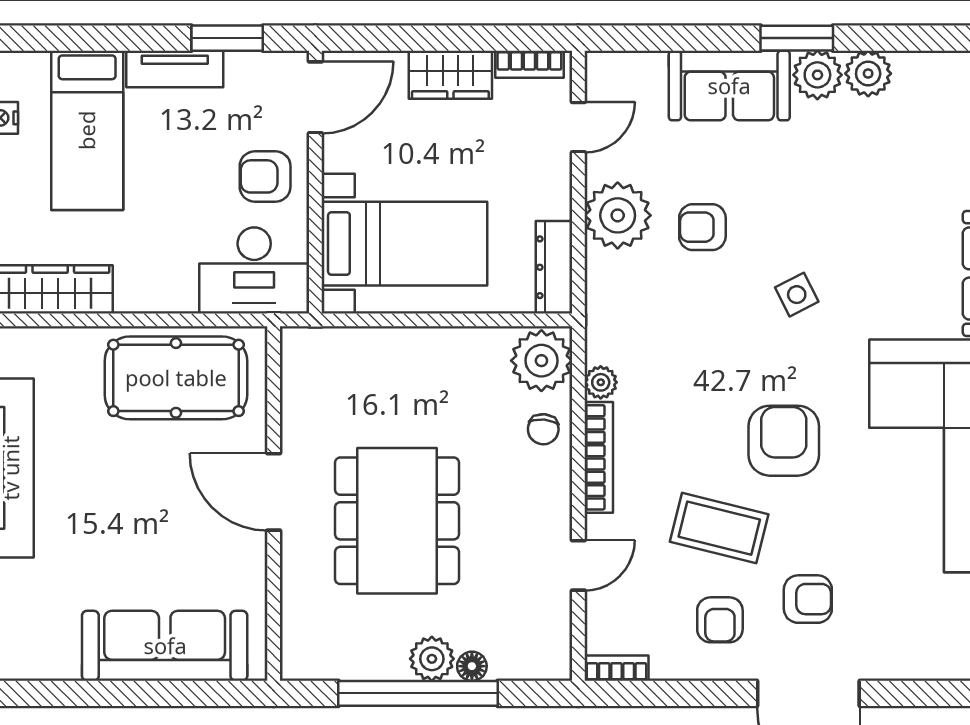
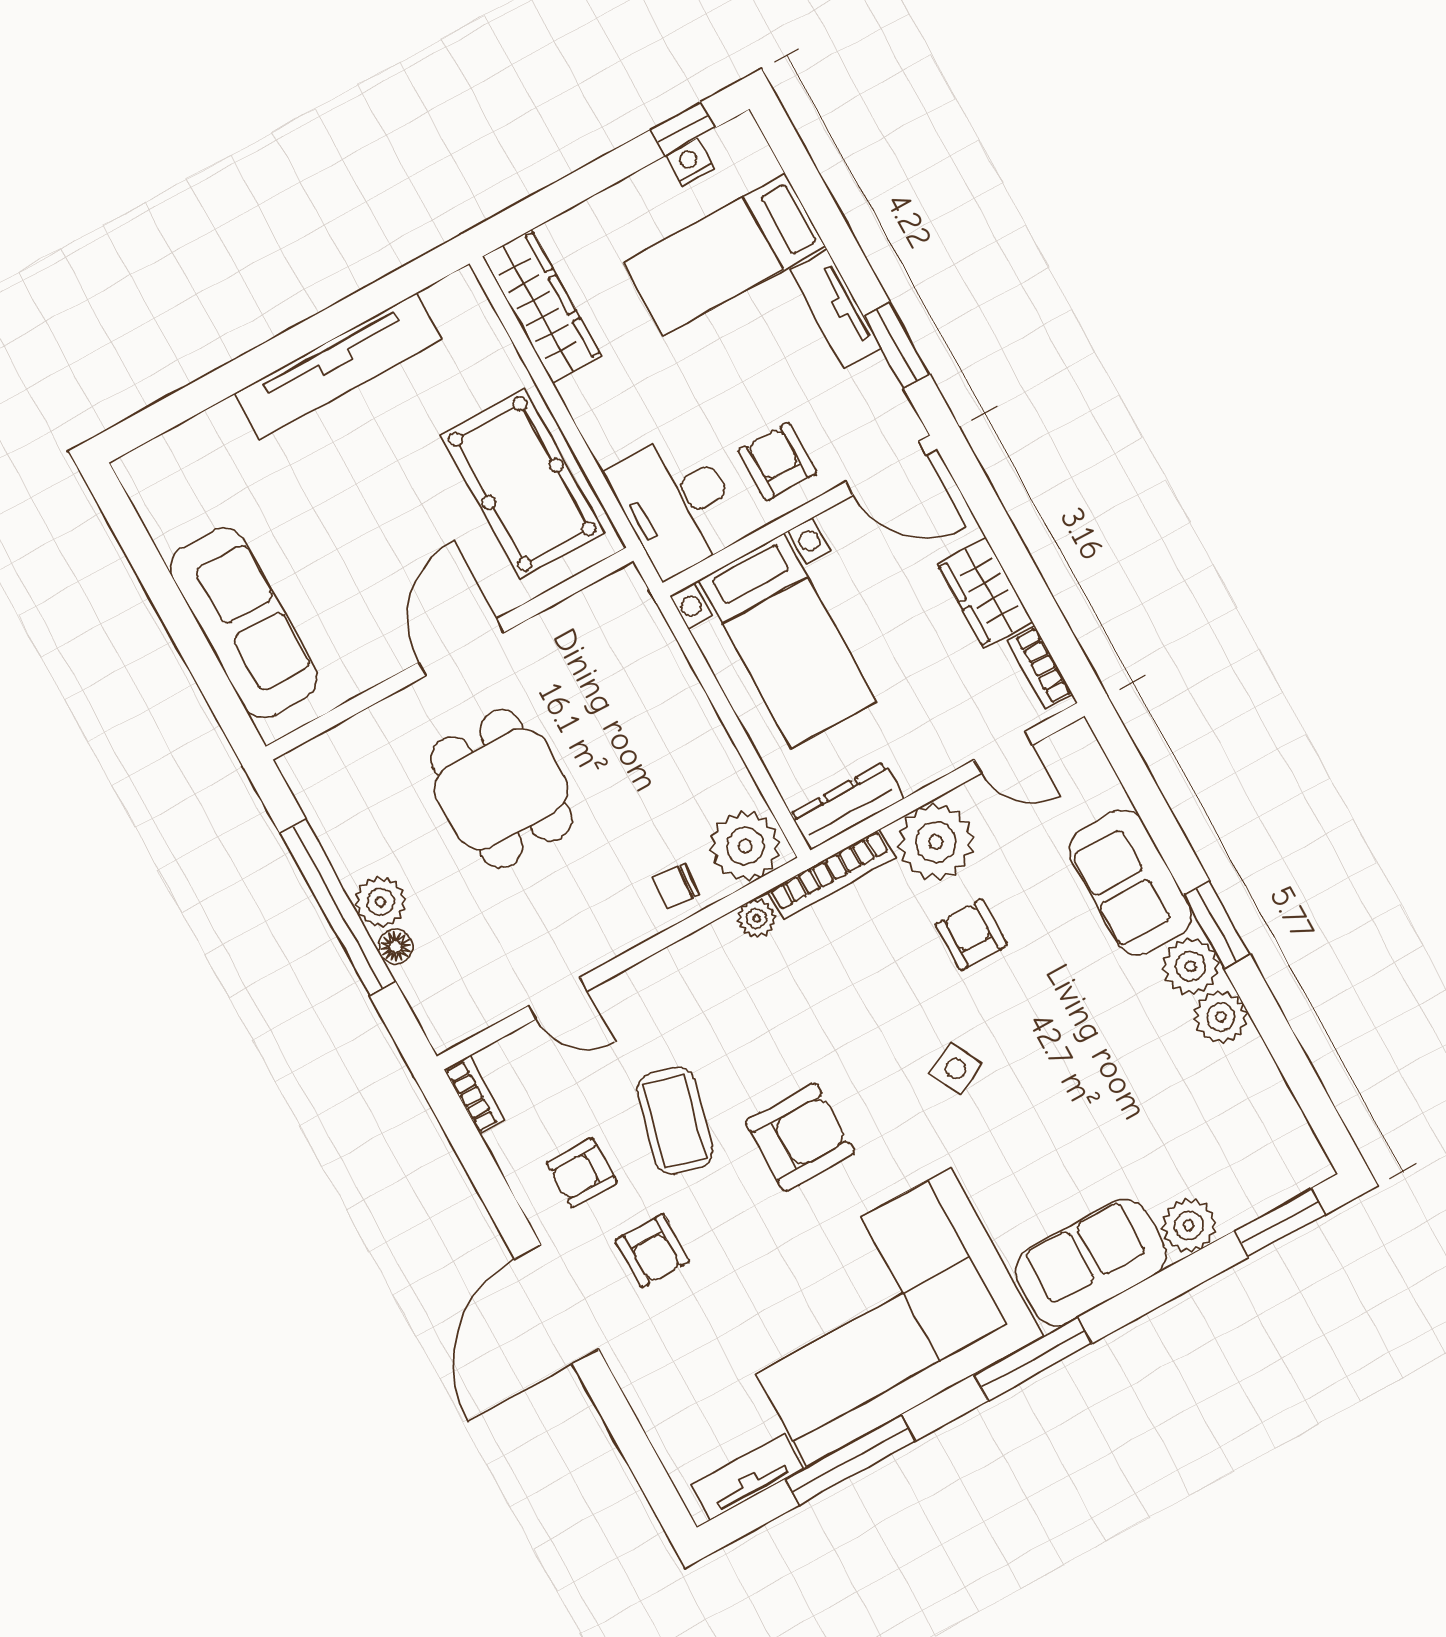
bookcase: (599, 457) -> (832, 874), moved
dining table: (397, 521) -> (501, 789), width x0.73

